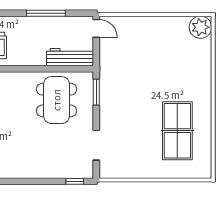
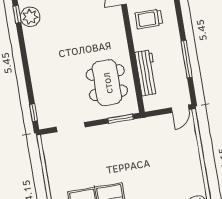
workbench: (70, 57) -> (147, 73), moved
dining table: (56, 100) -> (107, 83), turned 90

